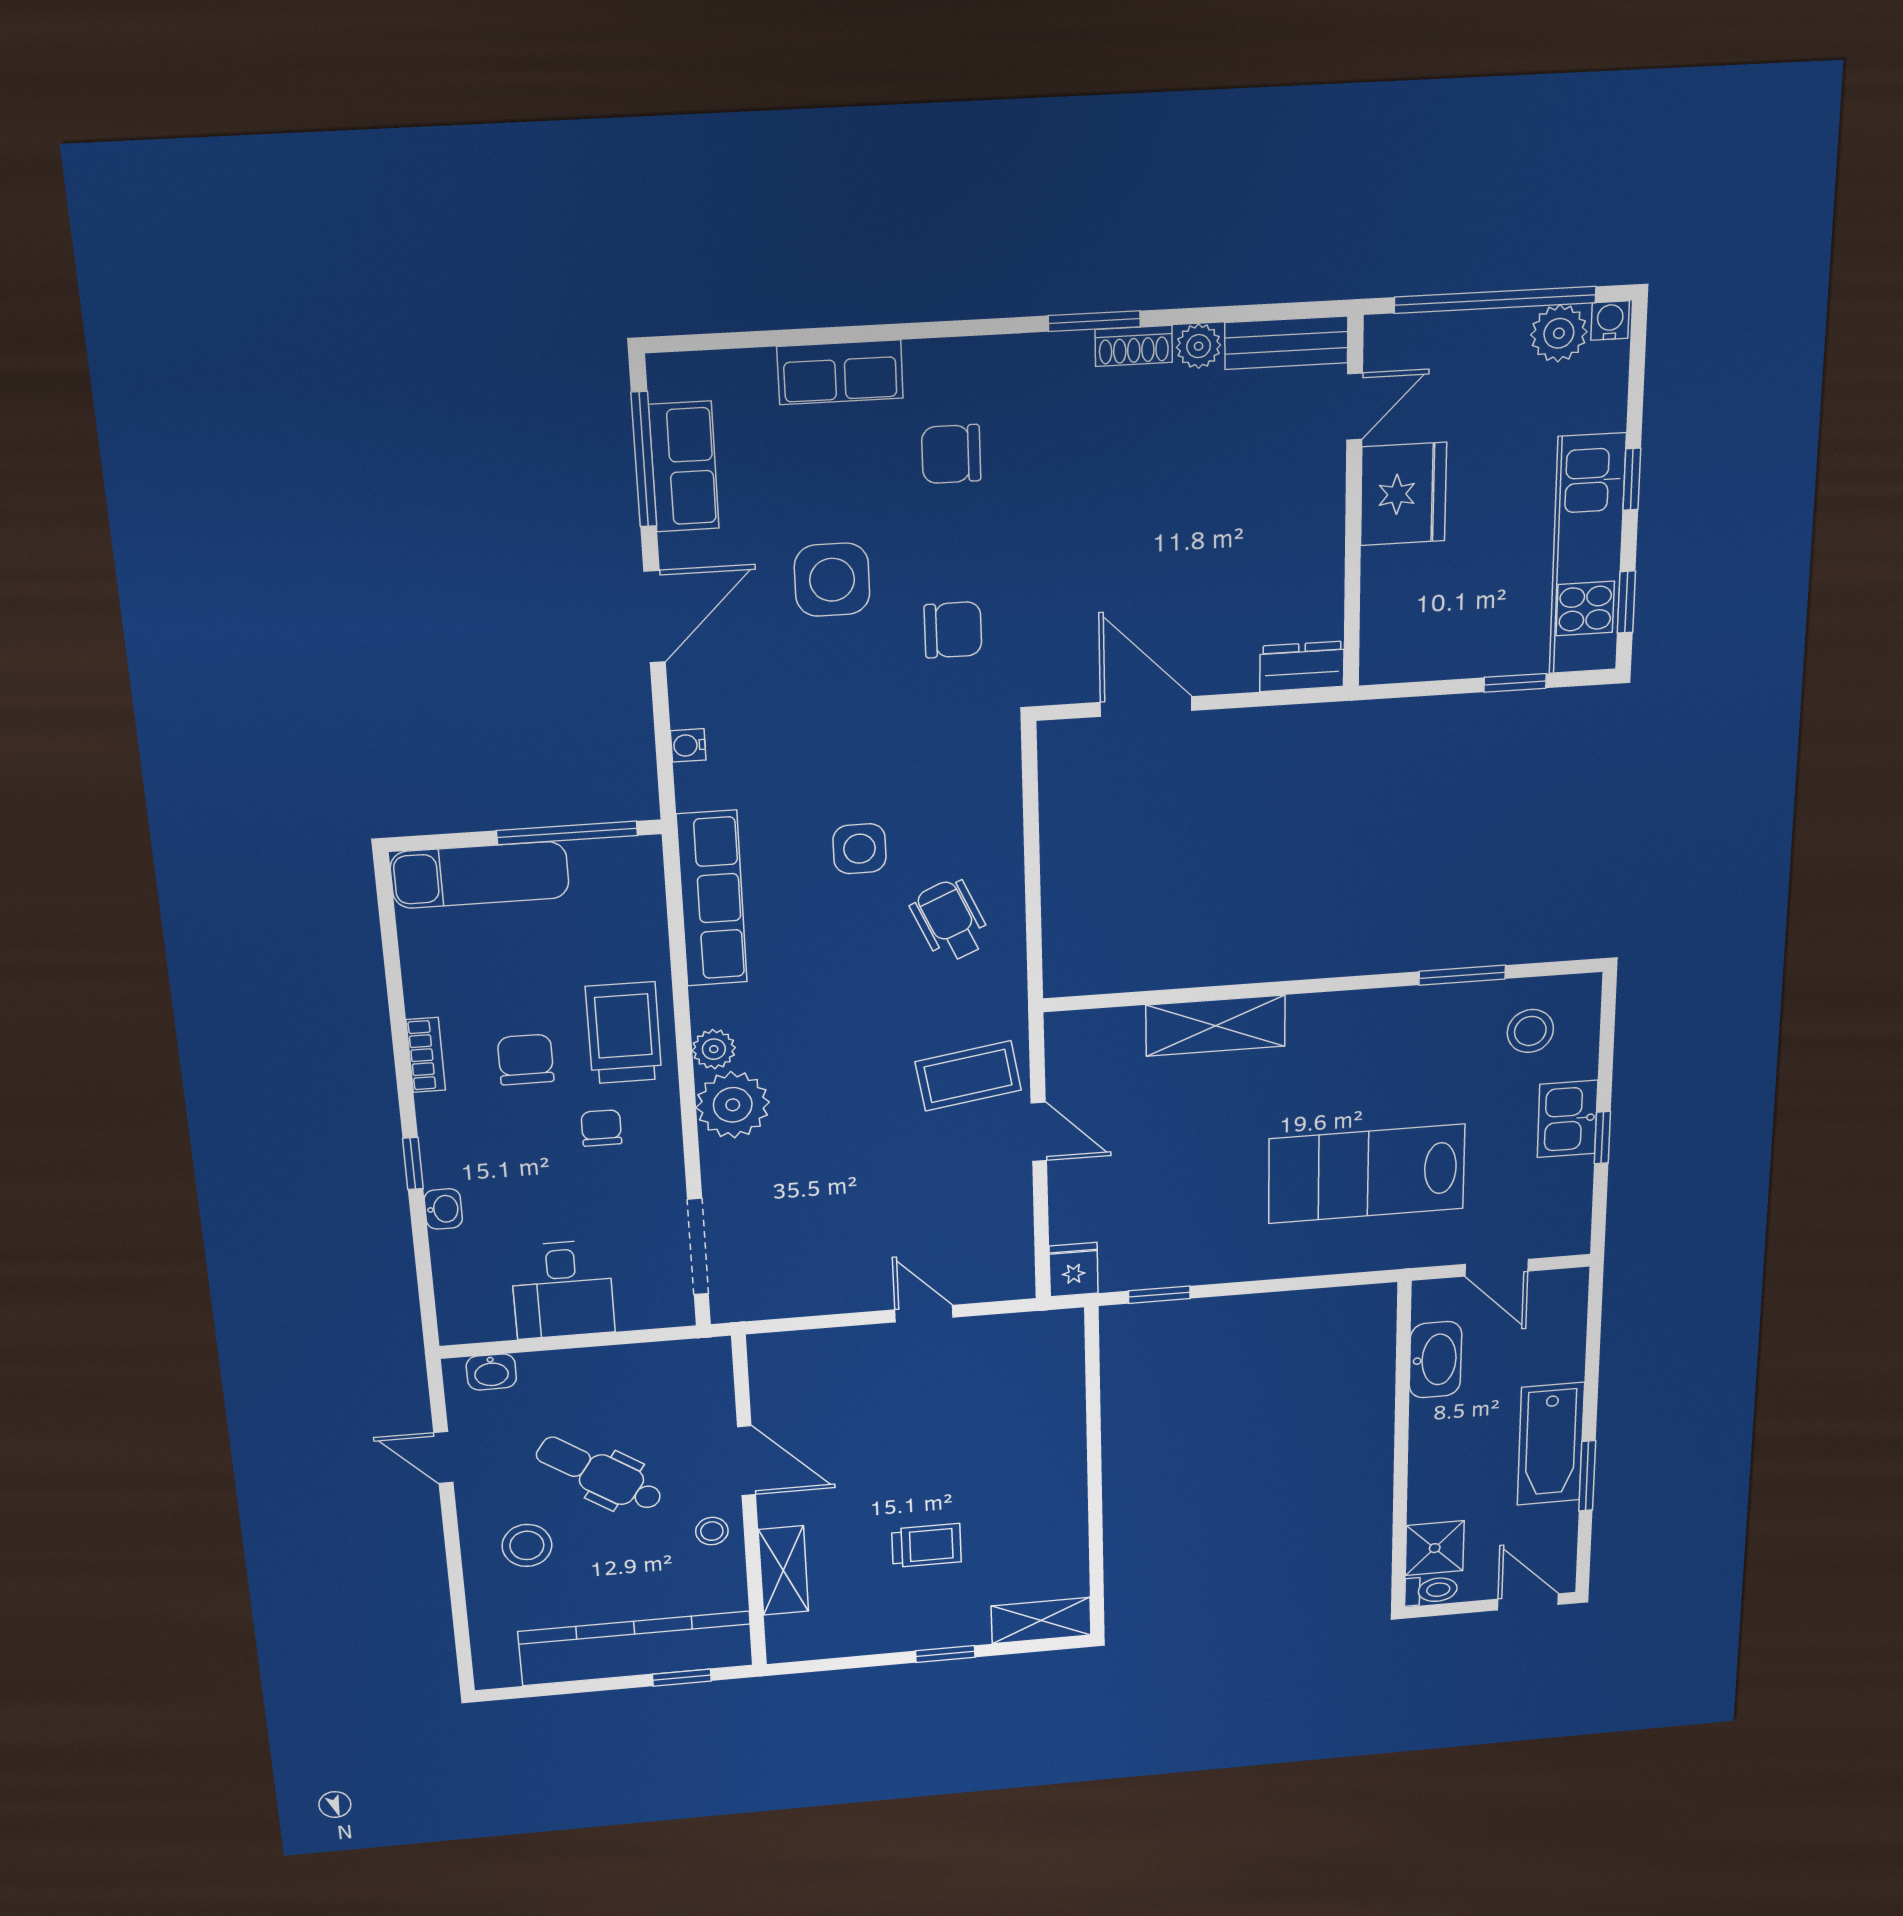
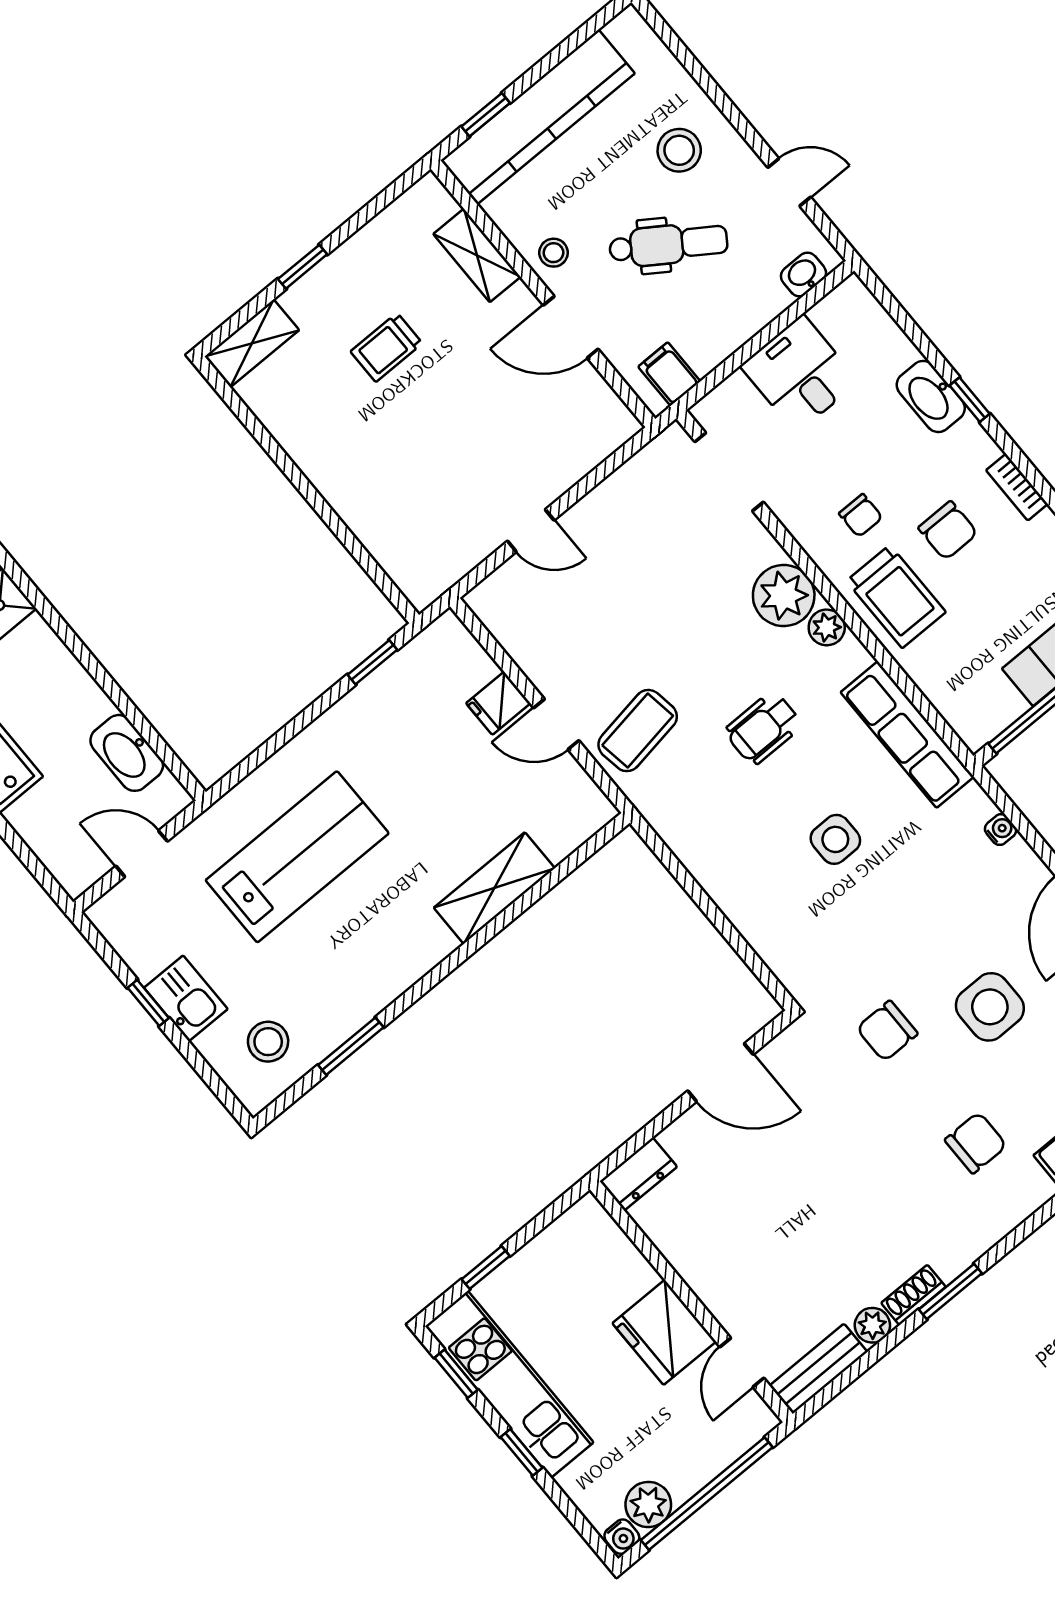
wheelchair: (950, 921) -> (763, 728), moved, turned 114
washbasin: (443, 1209) -> (931, 396), width x1.91, depth x1.45
fridge: (1074, 1270) -> (498, 703), moved, turned 90
filing cabinet: (687, 1366) -> (669, 374), added

